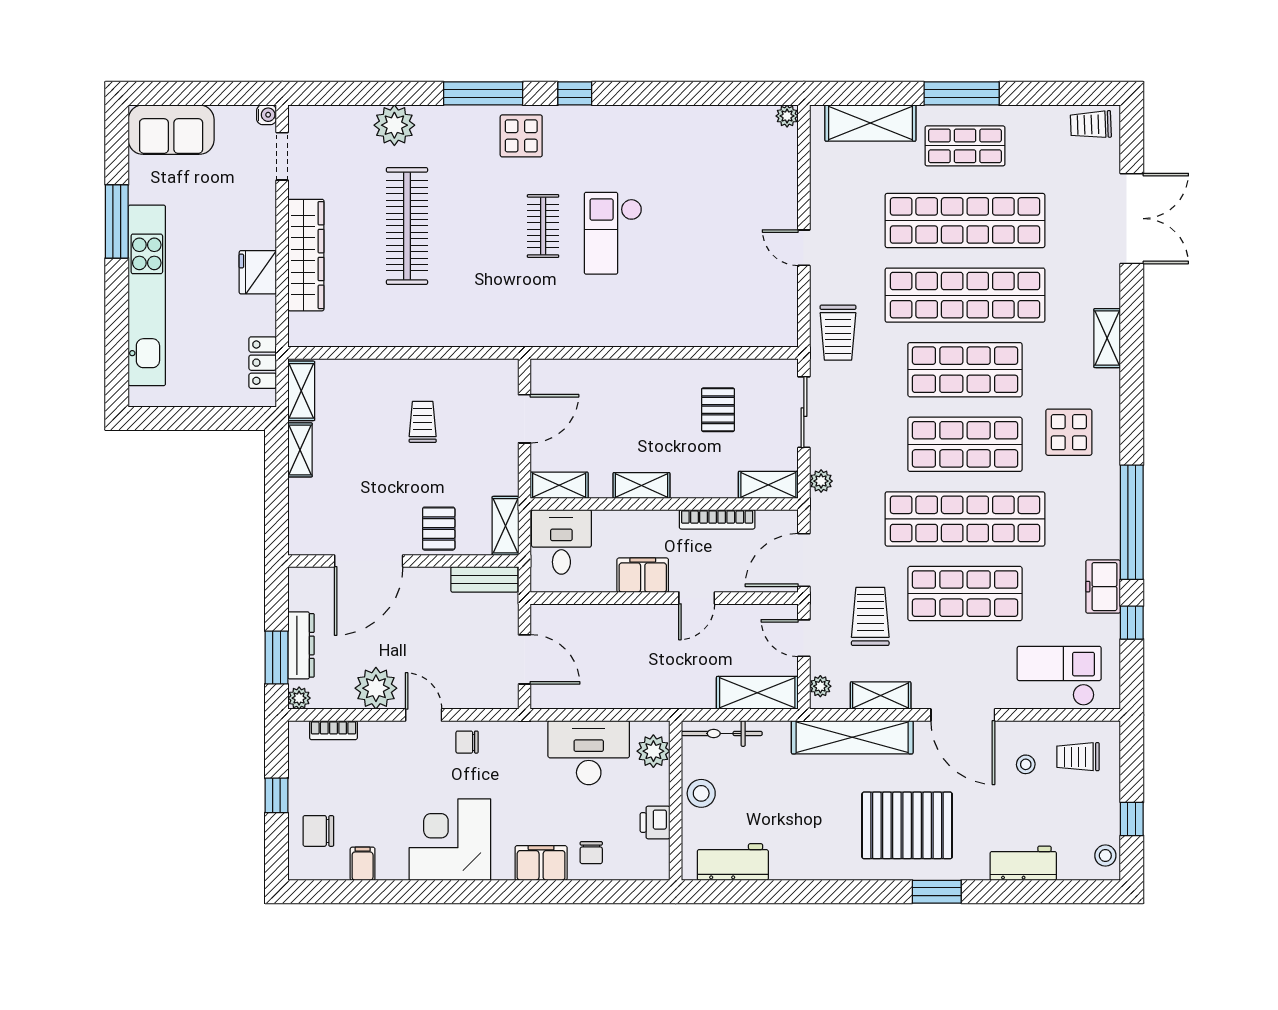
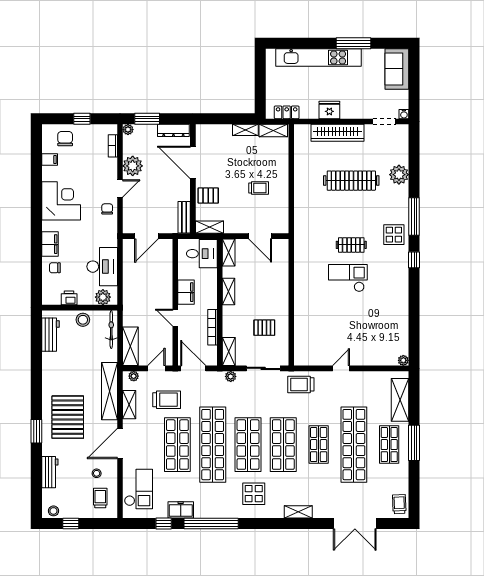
shop shelf: (965, 295) -> (319, 445), width x0.50, depth x0.74
dresser: (301, 645) -> (173, 130), moved

